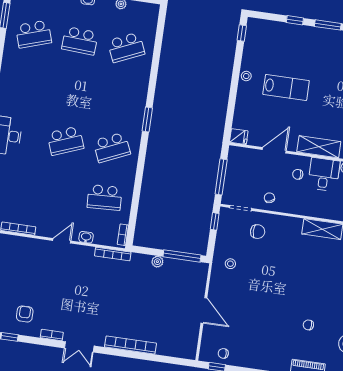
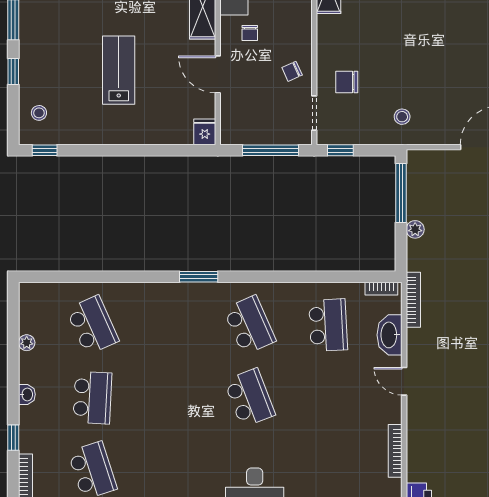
stool: (246, 76) -> (39, 113), moved
chair: (258, 232) -> (347, 82), turned -90
washbasin: (86, 237) -> (390, 335), width x1.91, depth x1.45

